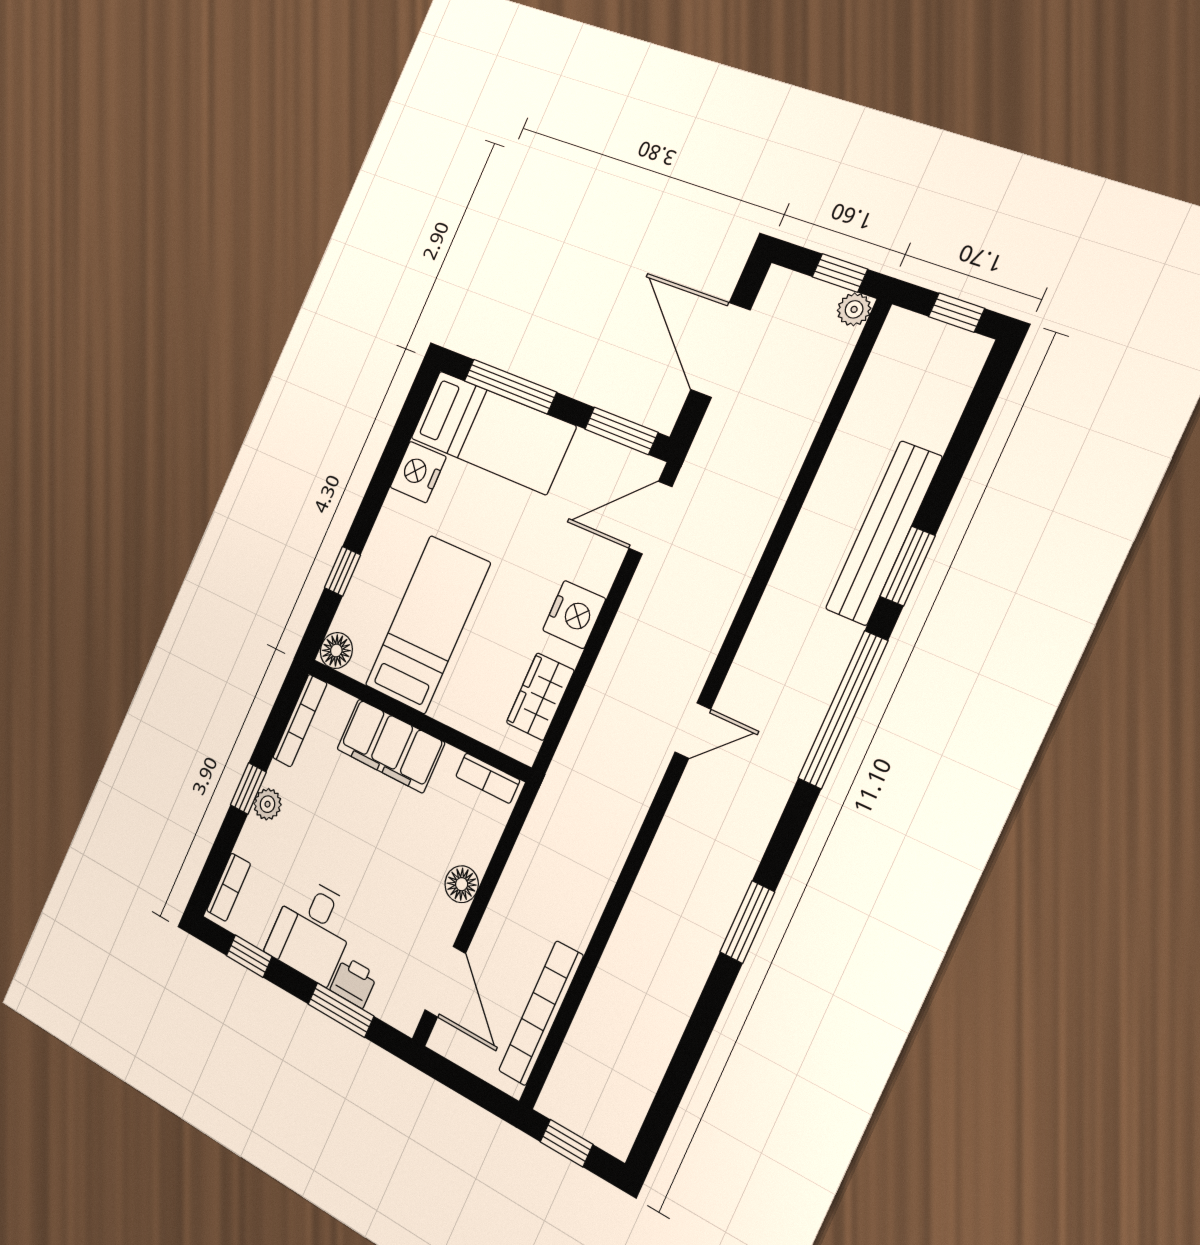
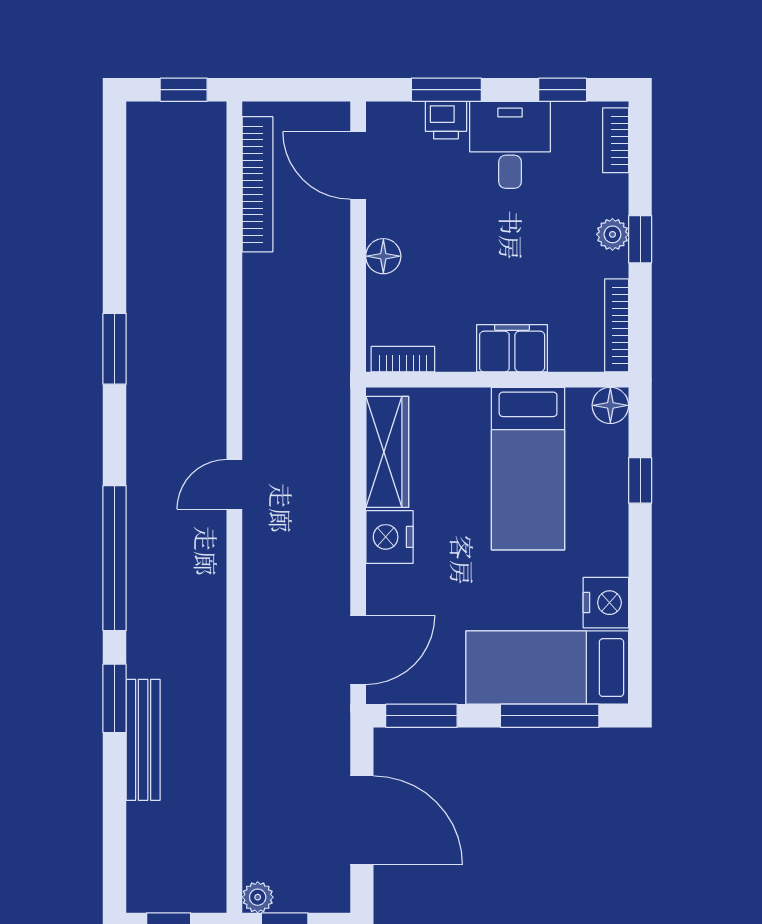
bench: (884, 533) -> (143, 740), width x0.73, depth x0.82
wardrobe: (540, 697) -> (387, 452), width x1.50
filing cabinet: (391, 746) -> (512, 348), width x0.67, depth x0.86

